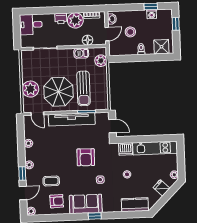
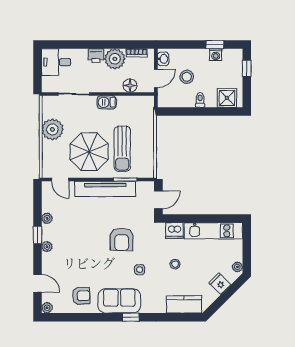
barbecue: (81, 53) -> (107, 102), moved
plant: (101, 61) -> (146, 113), removed
plant: (30, 89) -> (52, 129), moved
door: (112, 126) -> (158, 200), hinge flipped
window: (22, 173) -> (37, 235), moved
coffee table: (51, 181) -> (75, 269), removed
door: (23, 193) -> (37, 283), hinge flipped

